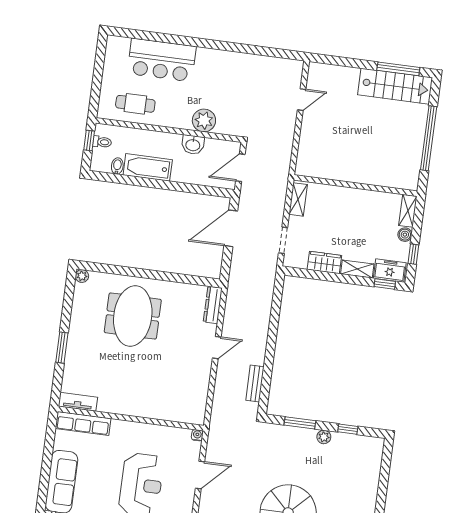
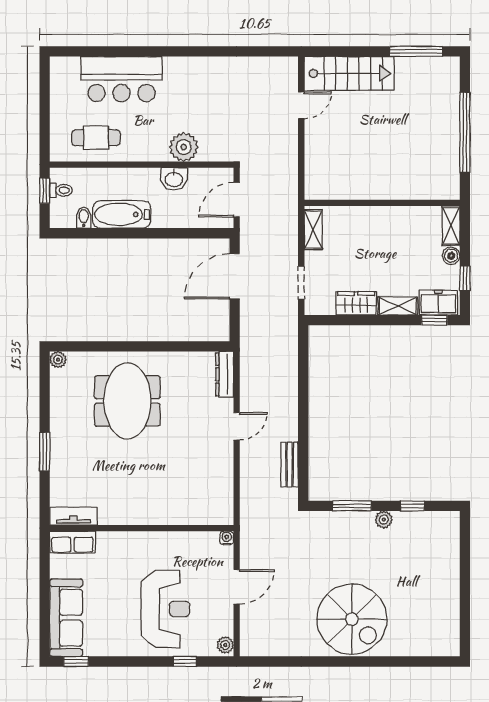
stairs: (395, 86) -> (349, 73), moved
row of seats: (83, 423) -> (72, 542), width x0.68

